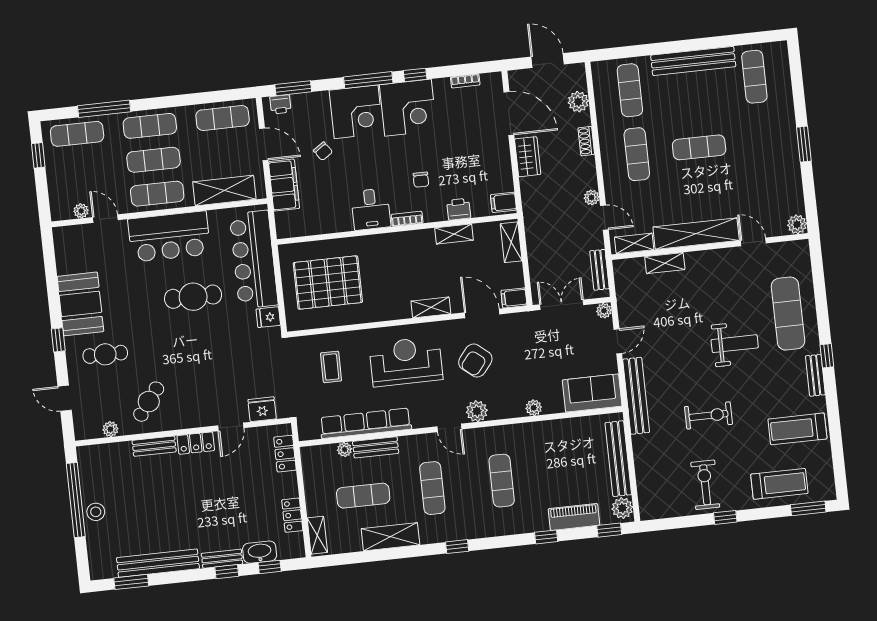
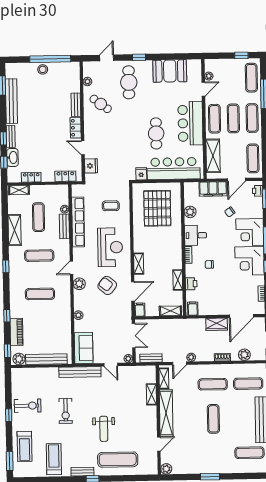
plant: (329, 223) -> (190, 212), added
booth: (80, 304) -> (170, 71), moved
cafe table: (105, 354) -> (129, 82), width x1.37, depth x1.35

